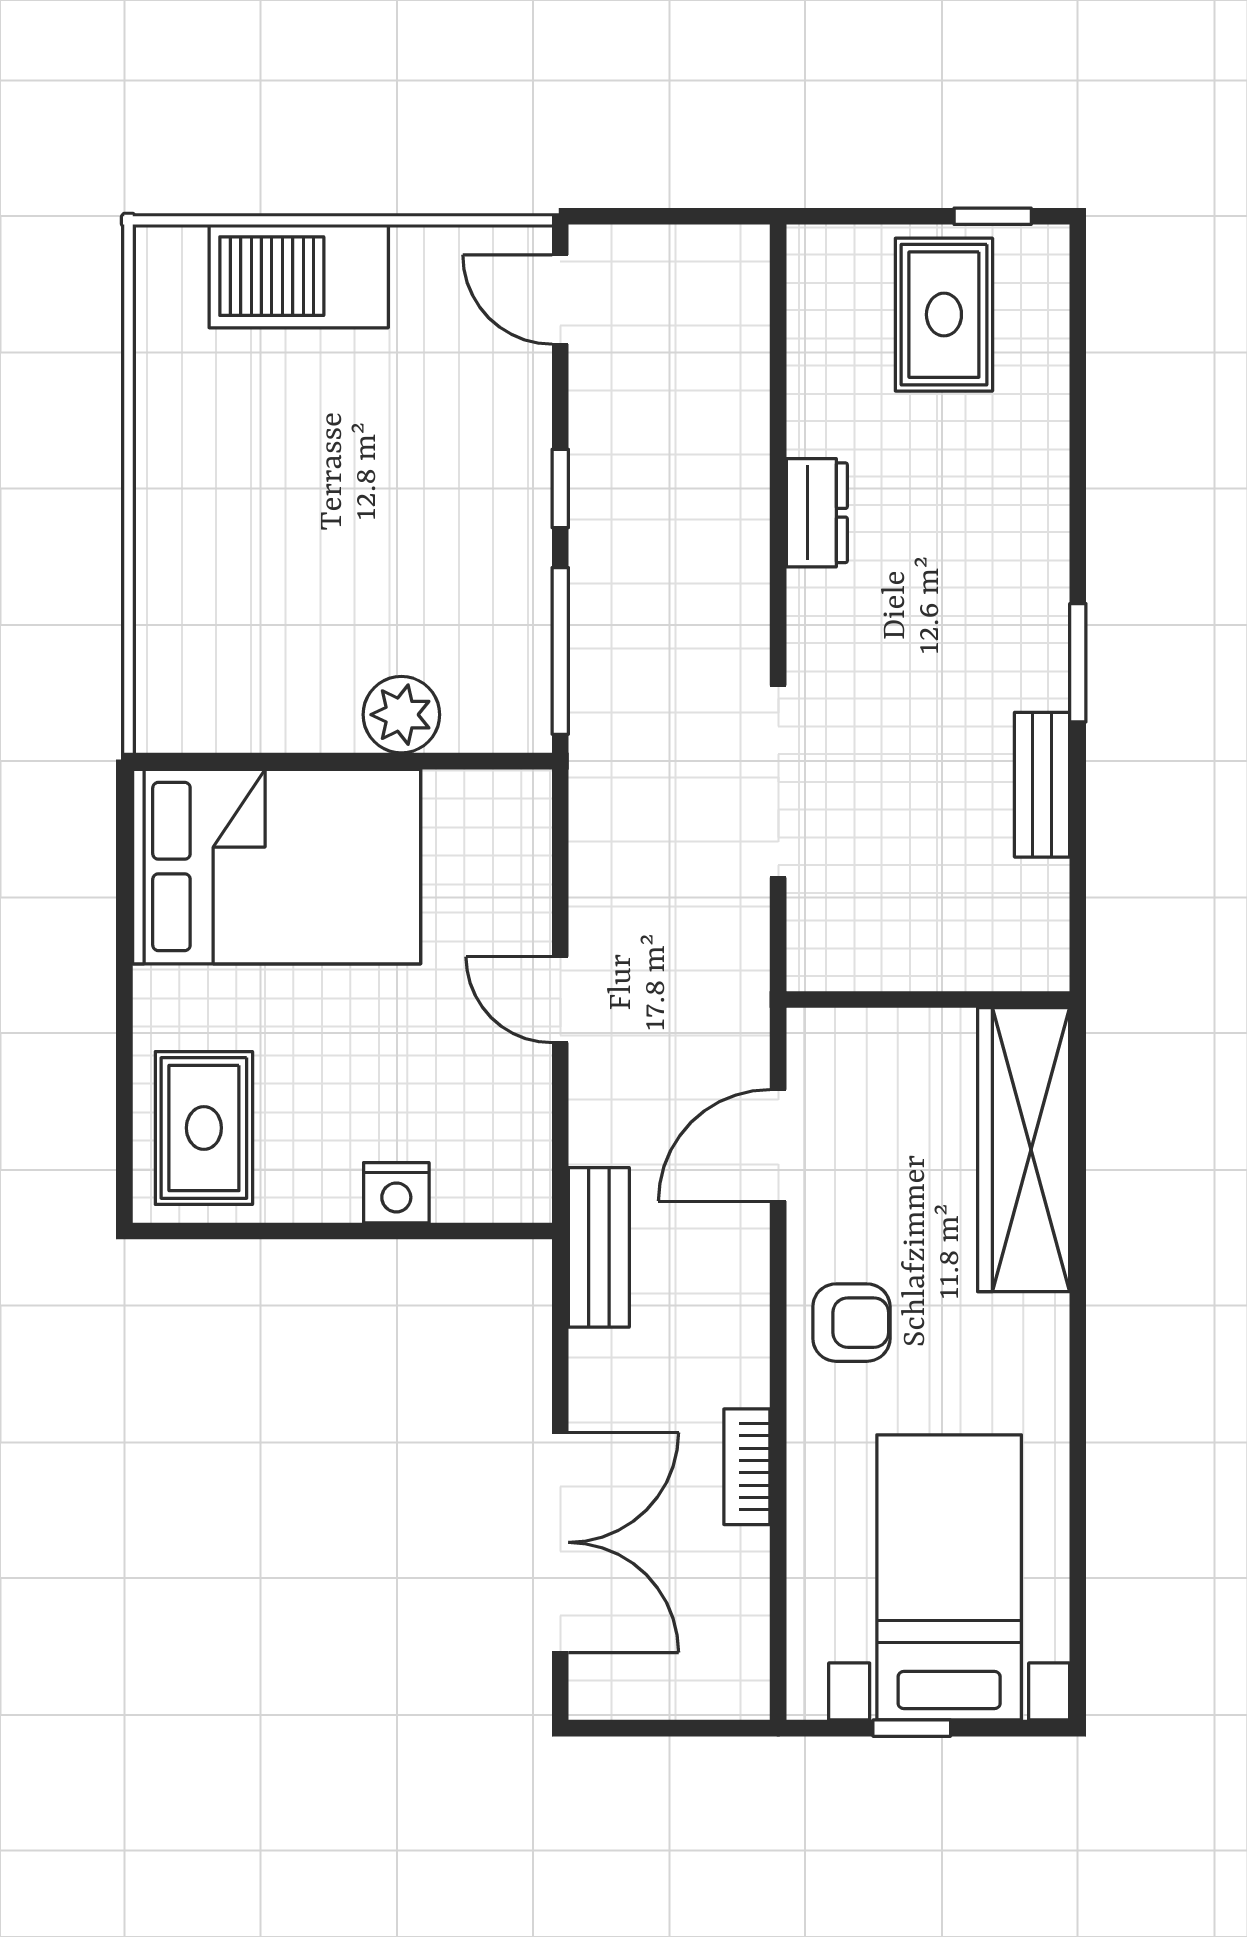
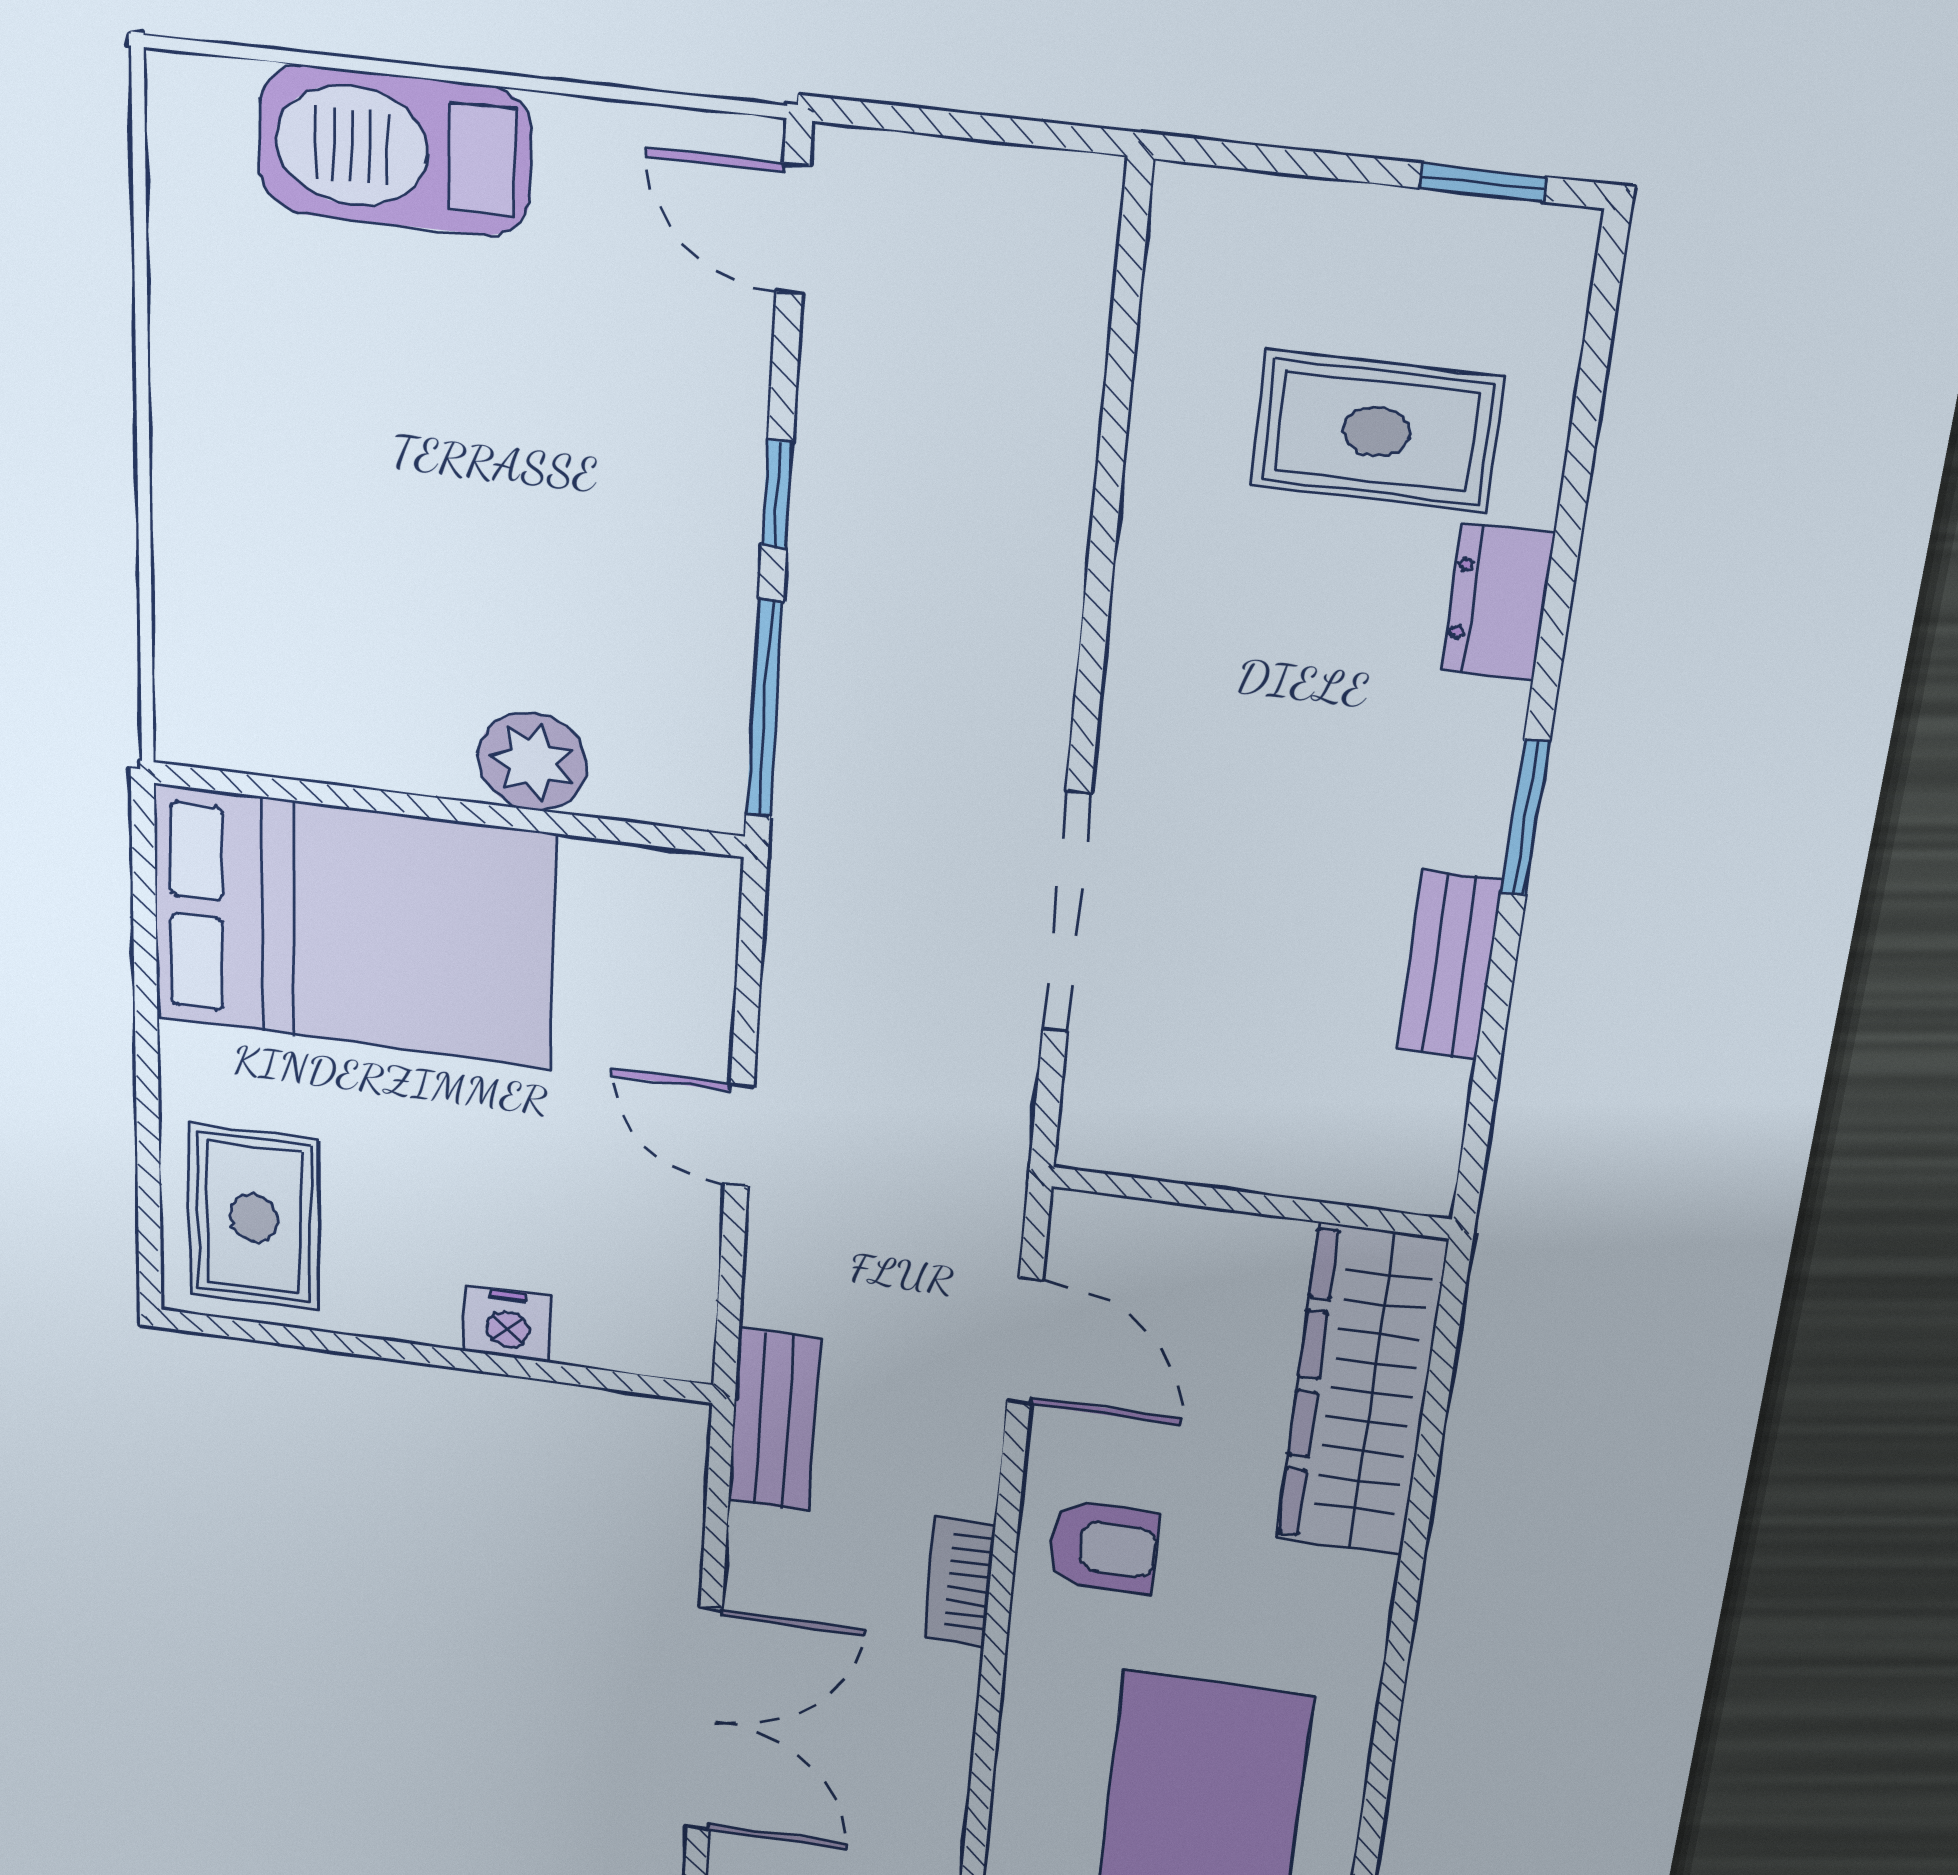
rug: (944, 315) -> (1377, 431), moved, turned 90
dresser: (817, 513) -> (1498, 602), moved, turned 180
door: (778, 1145) -> (1025, 1341), swing flipped
bookcase: (747, 1467) -> (959, 1581), moved

